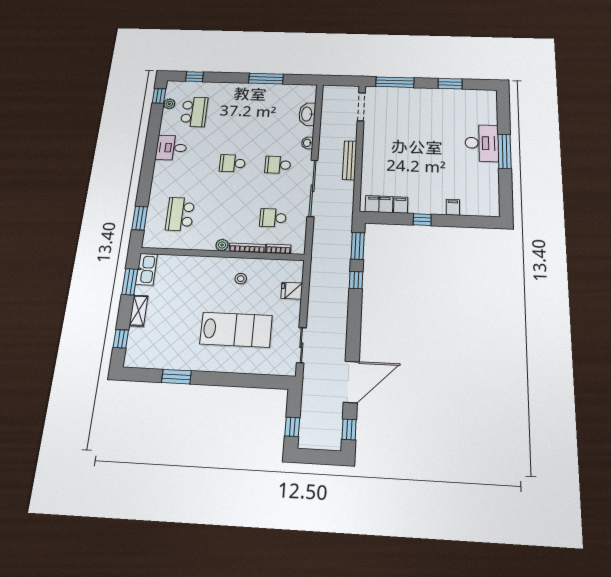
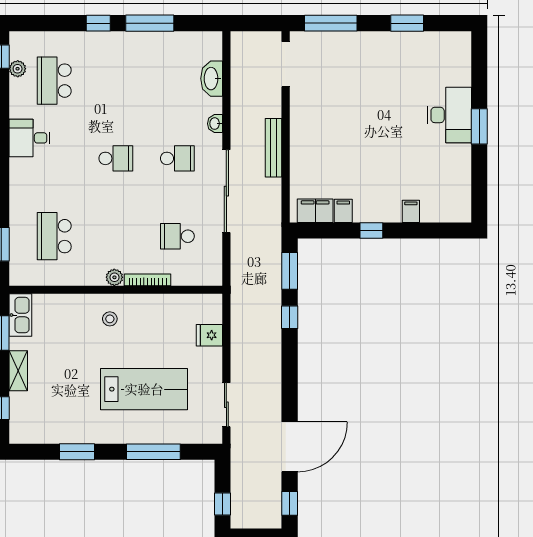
window: (195, 77) -> (98, 23), moved
school desk: (194, 112) -> (54, 81), turned 180
window: (505, 151) -> (479, 126), width x0.69
school desk: (232, 163) -> (116, 158), turned 180
school desk: (278, 165) -> (177, 158), turned 180
bookcase: (278, 249) -> (188, 279), removed
stool: (241, 279) -> (110, 319), moved
window: (239, 380) -> (153, 452), added

